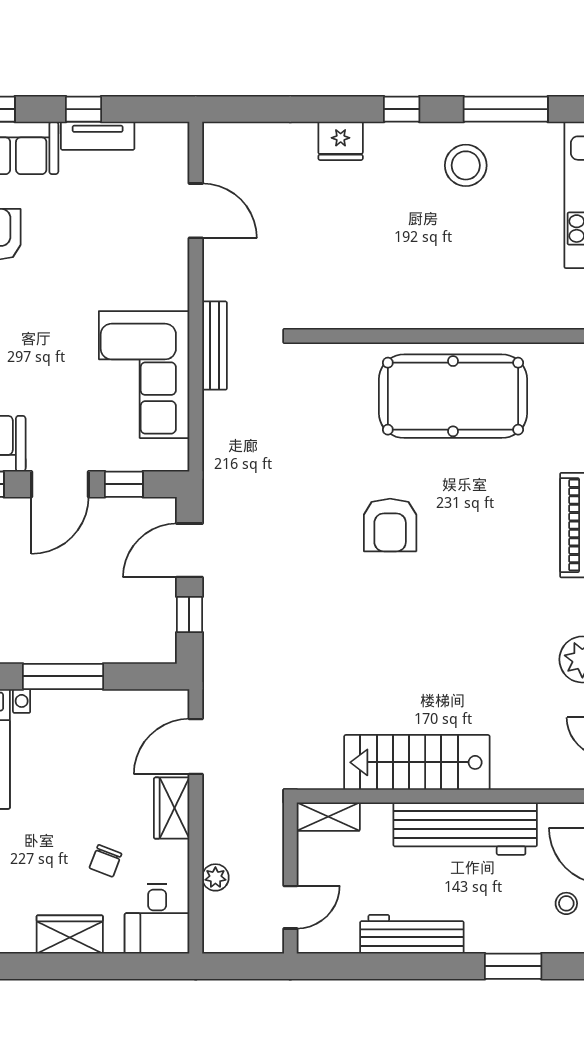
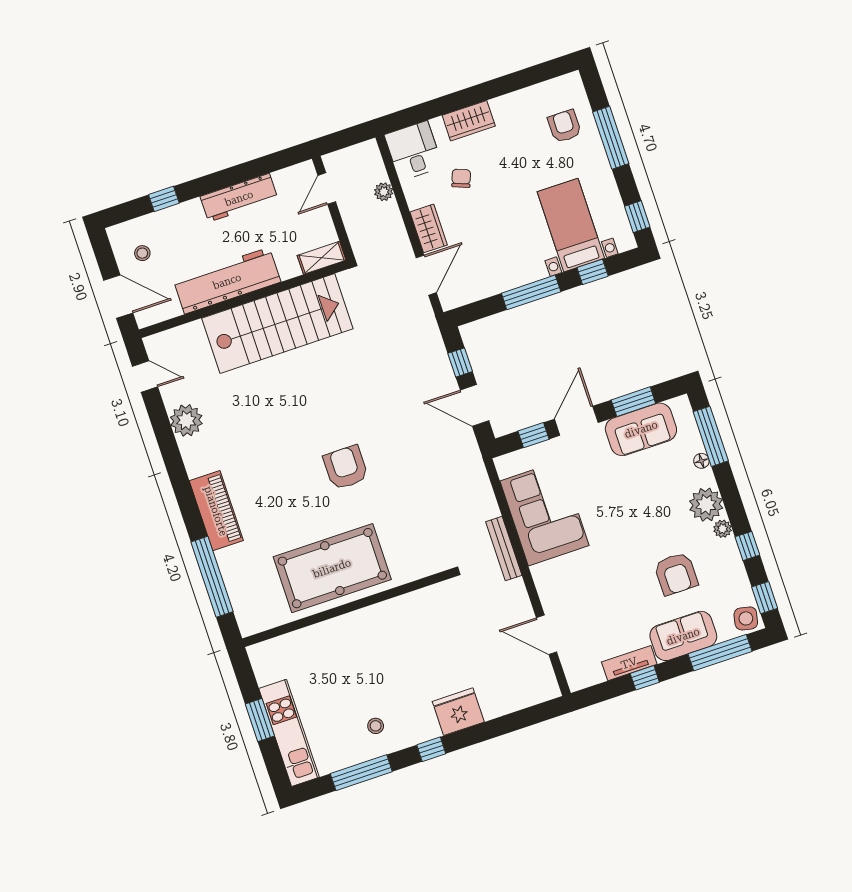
fridge: (341, 141) -> (458, 712), width x1.36, depth x1.34
stool: (466, 165) -> (376, 726), width x0.53, depth x0.53
door: (189, 550) -> (475, 405), swing flipped
stairs: (417, 762) -> (277, 324), width x1.36, depth x1.51
window: (513, 966) -> (164, 199), width x0.67

